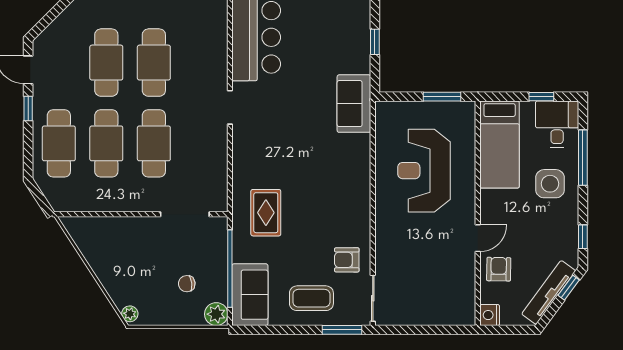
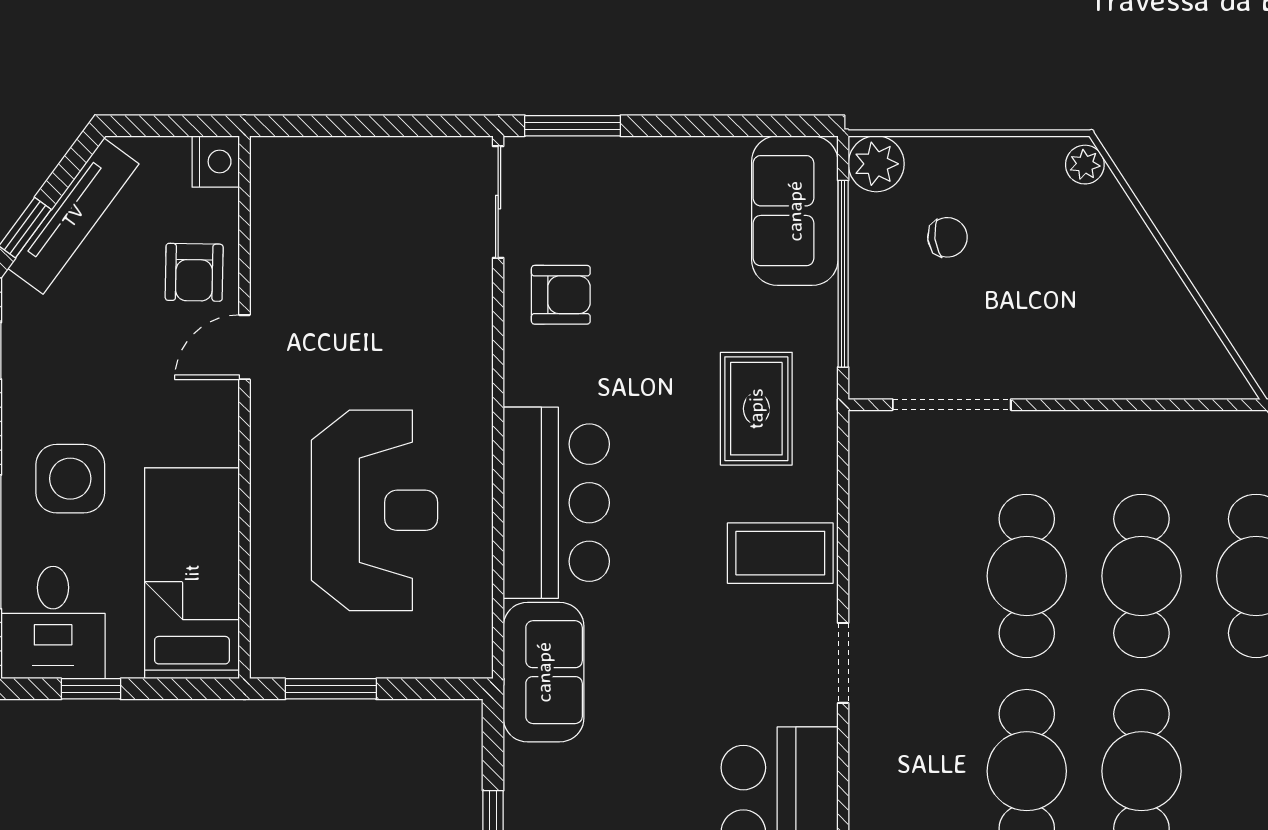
bar counter: (349, 174) -> (556, 503), added
coffee table: (311, 298) -> (780, 553), moved

